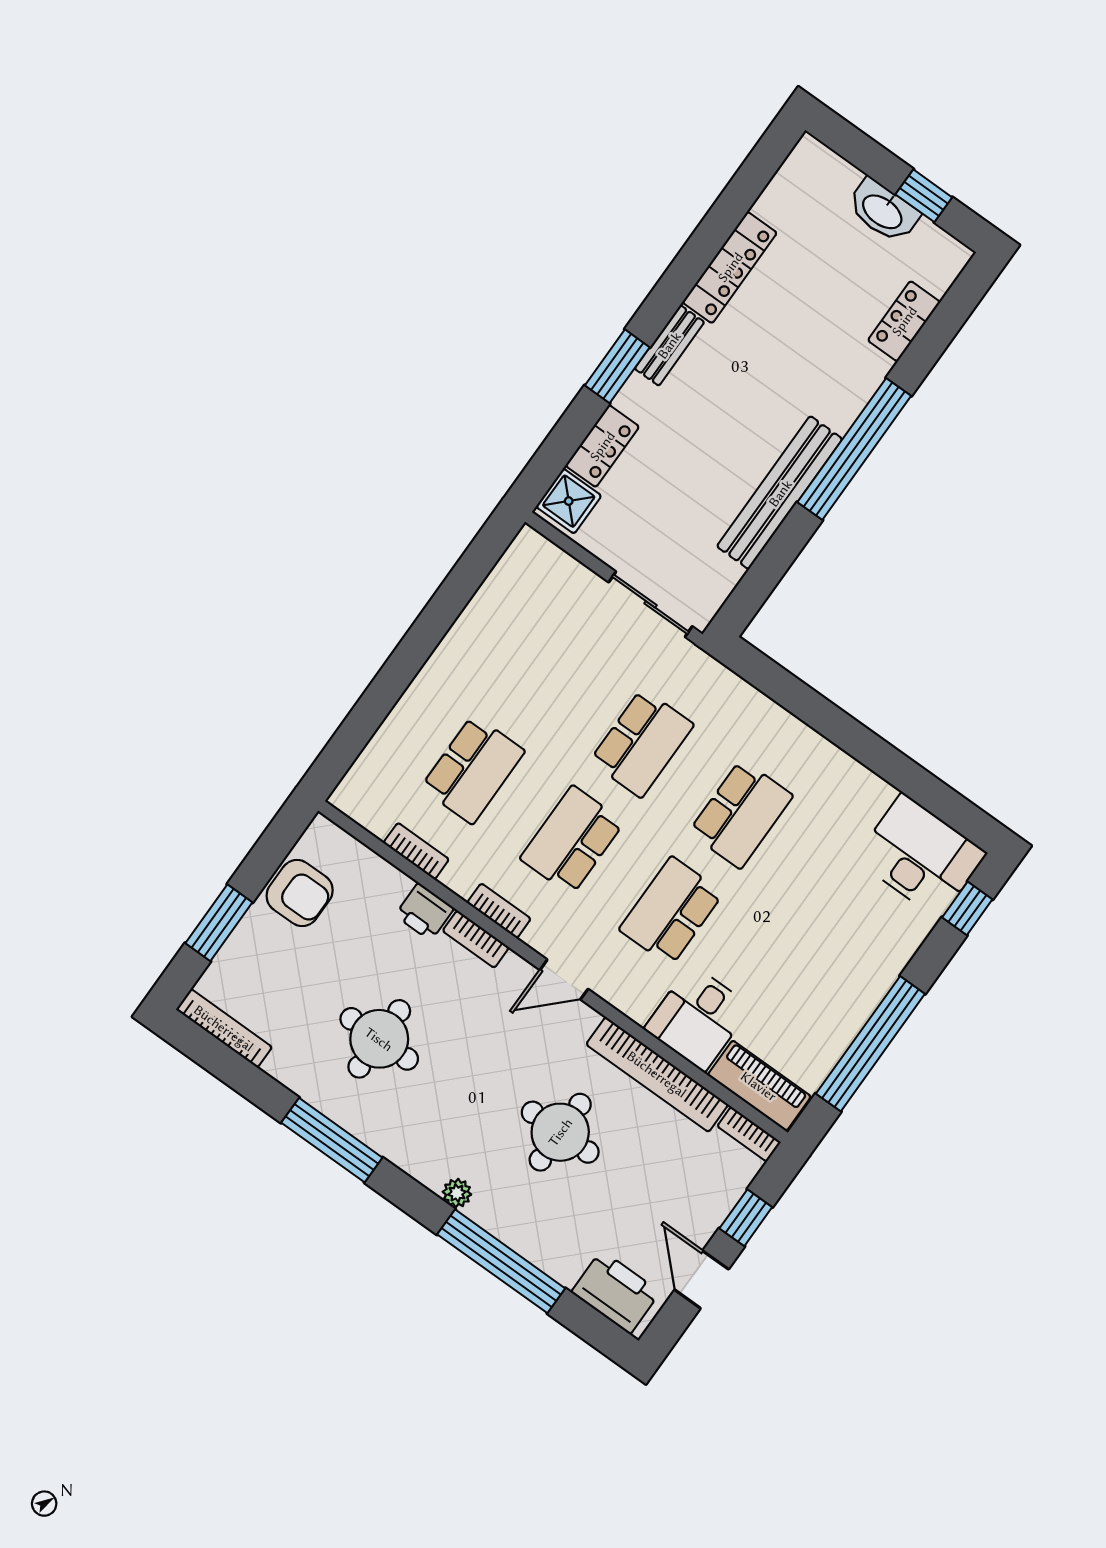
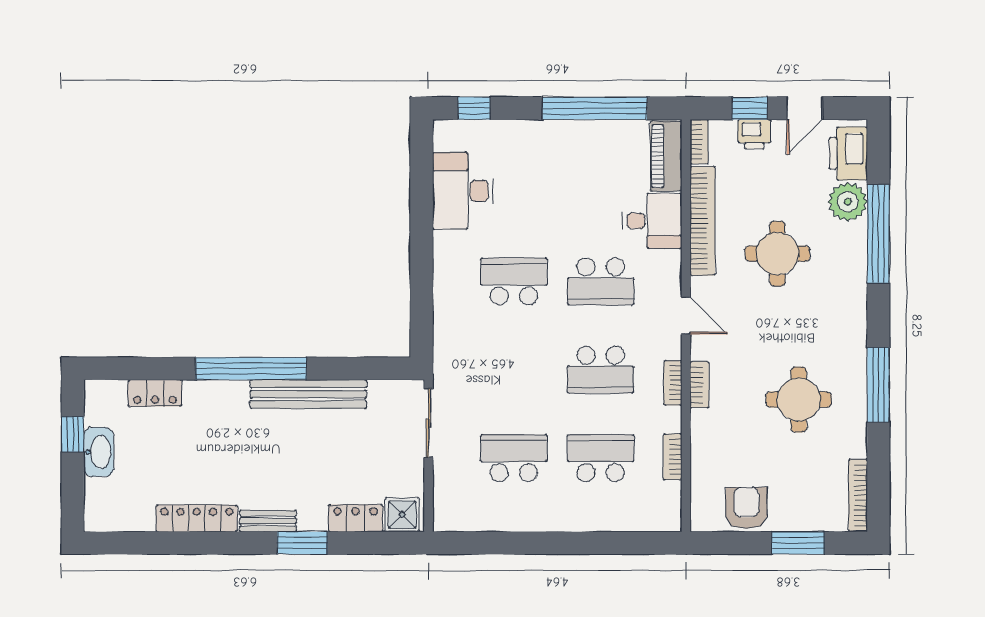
school desk: (642, 743) -> (514, 458), moved
desk: (921, 856) -> (463, 191), moved
printer: (424, 912) -> (754, 134), moved, turned 90
plant: (457, 1193) -> (848, 202), moved, width x1.87, depth x1.87

